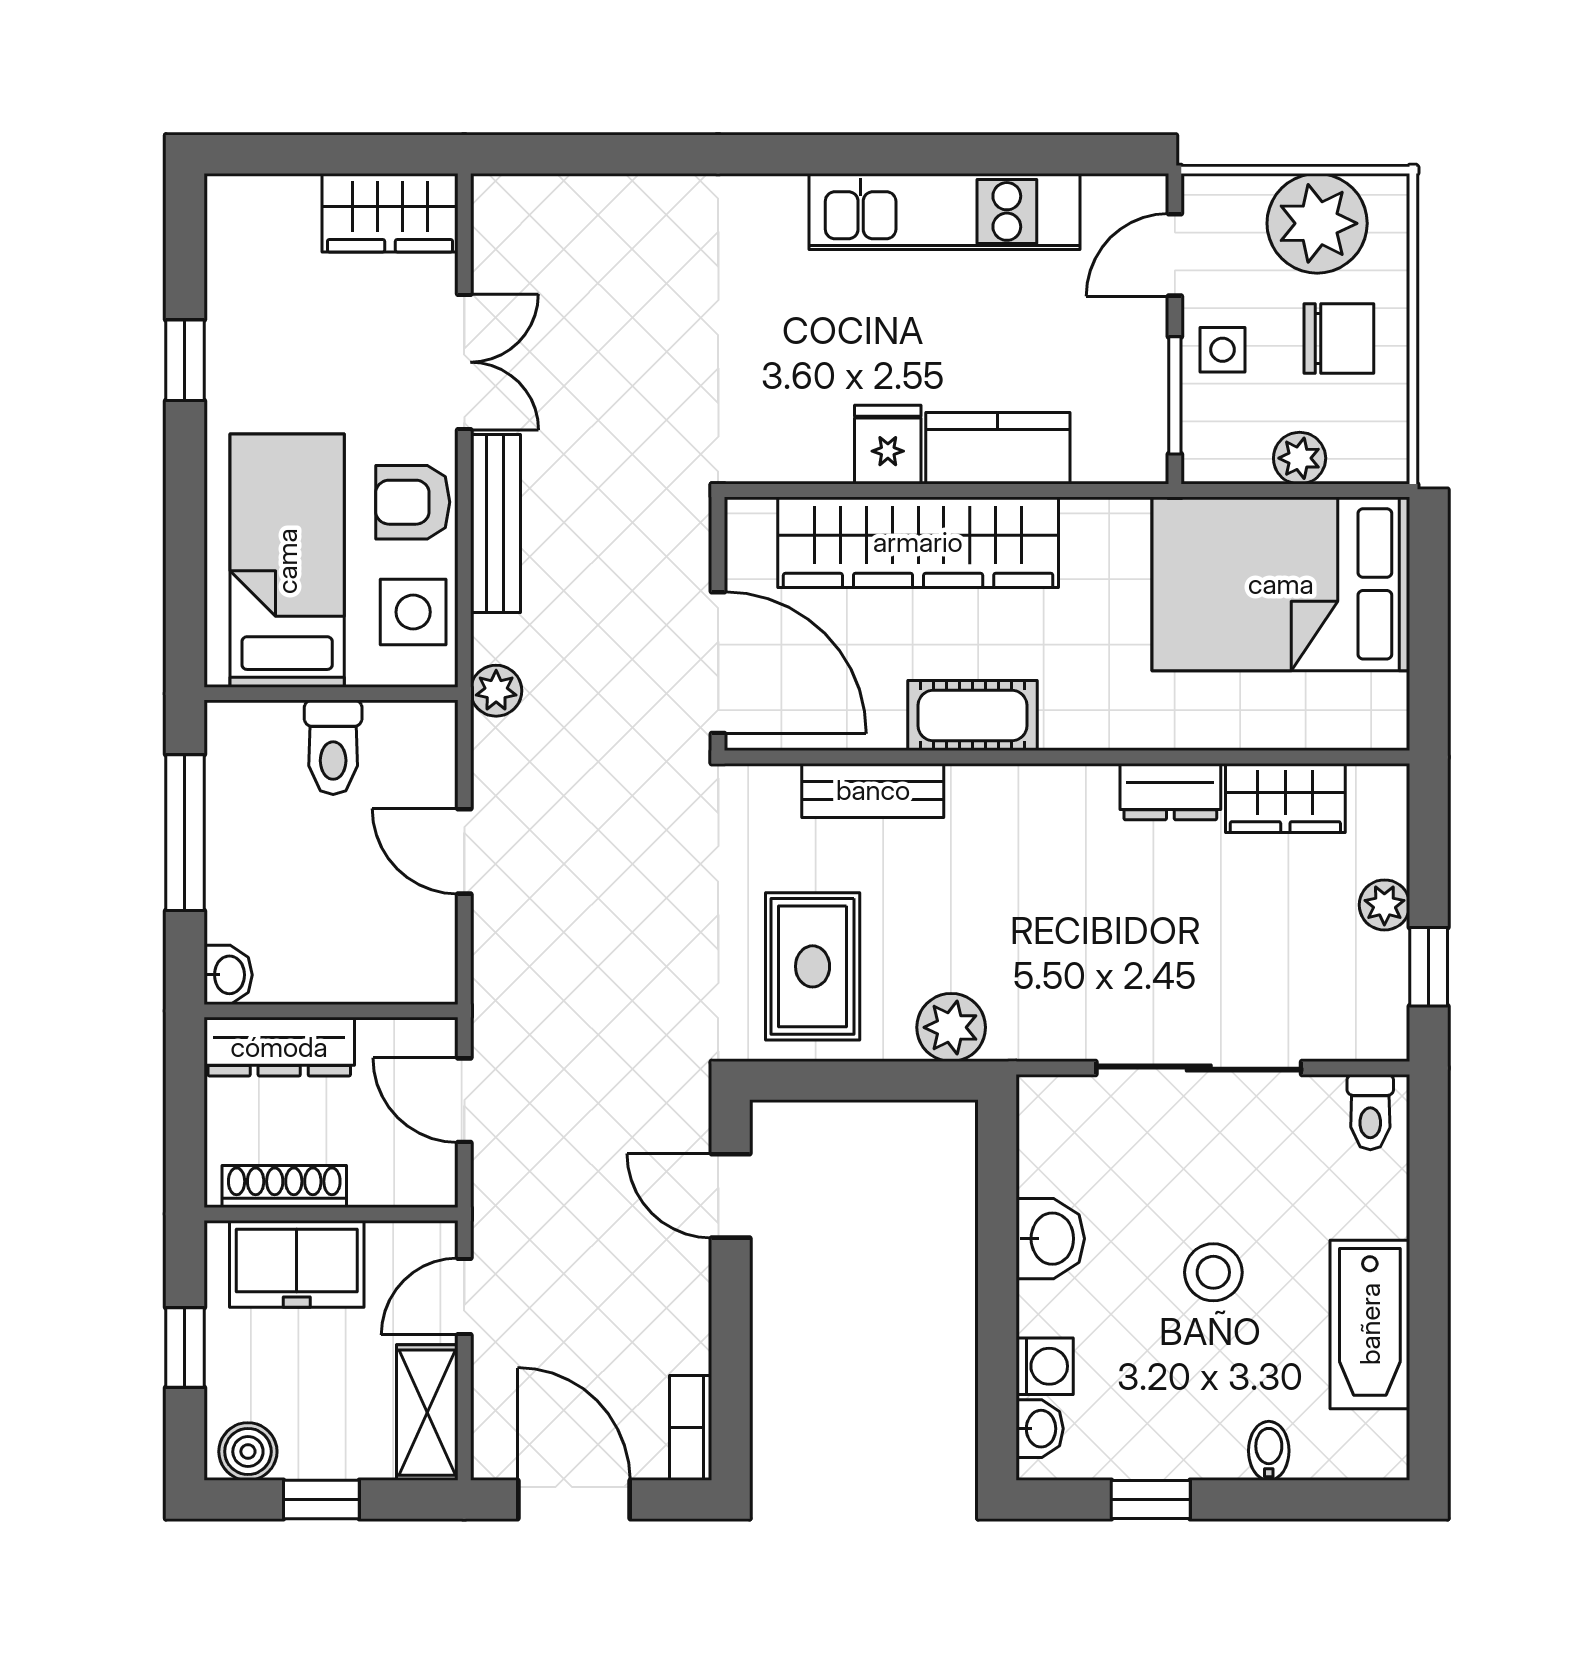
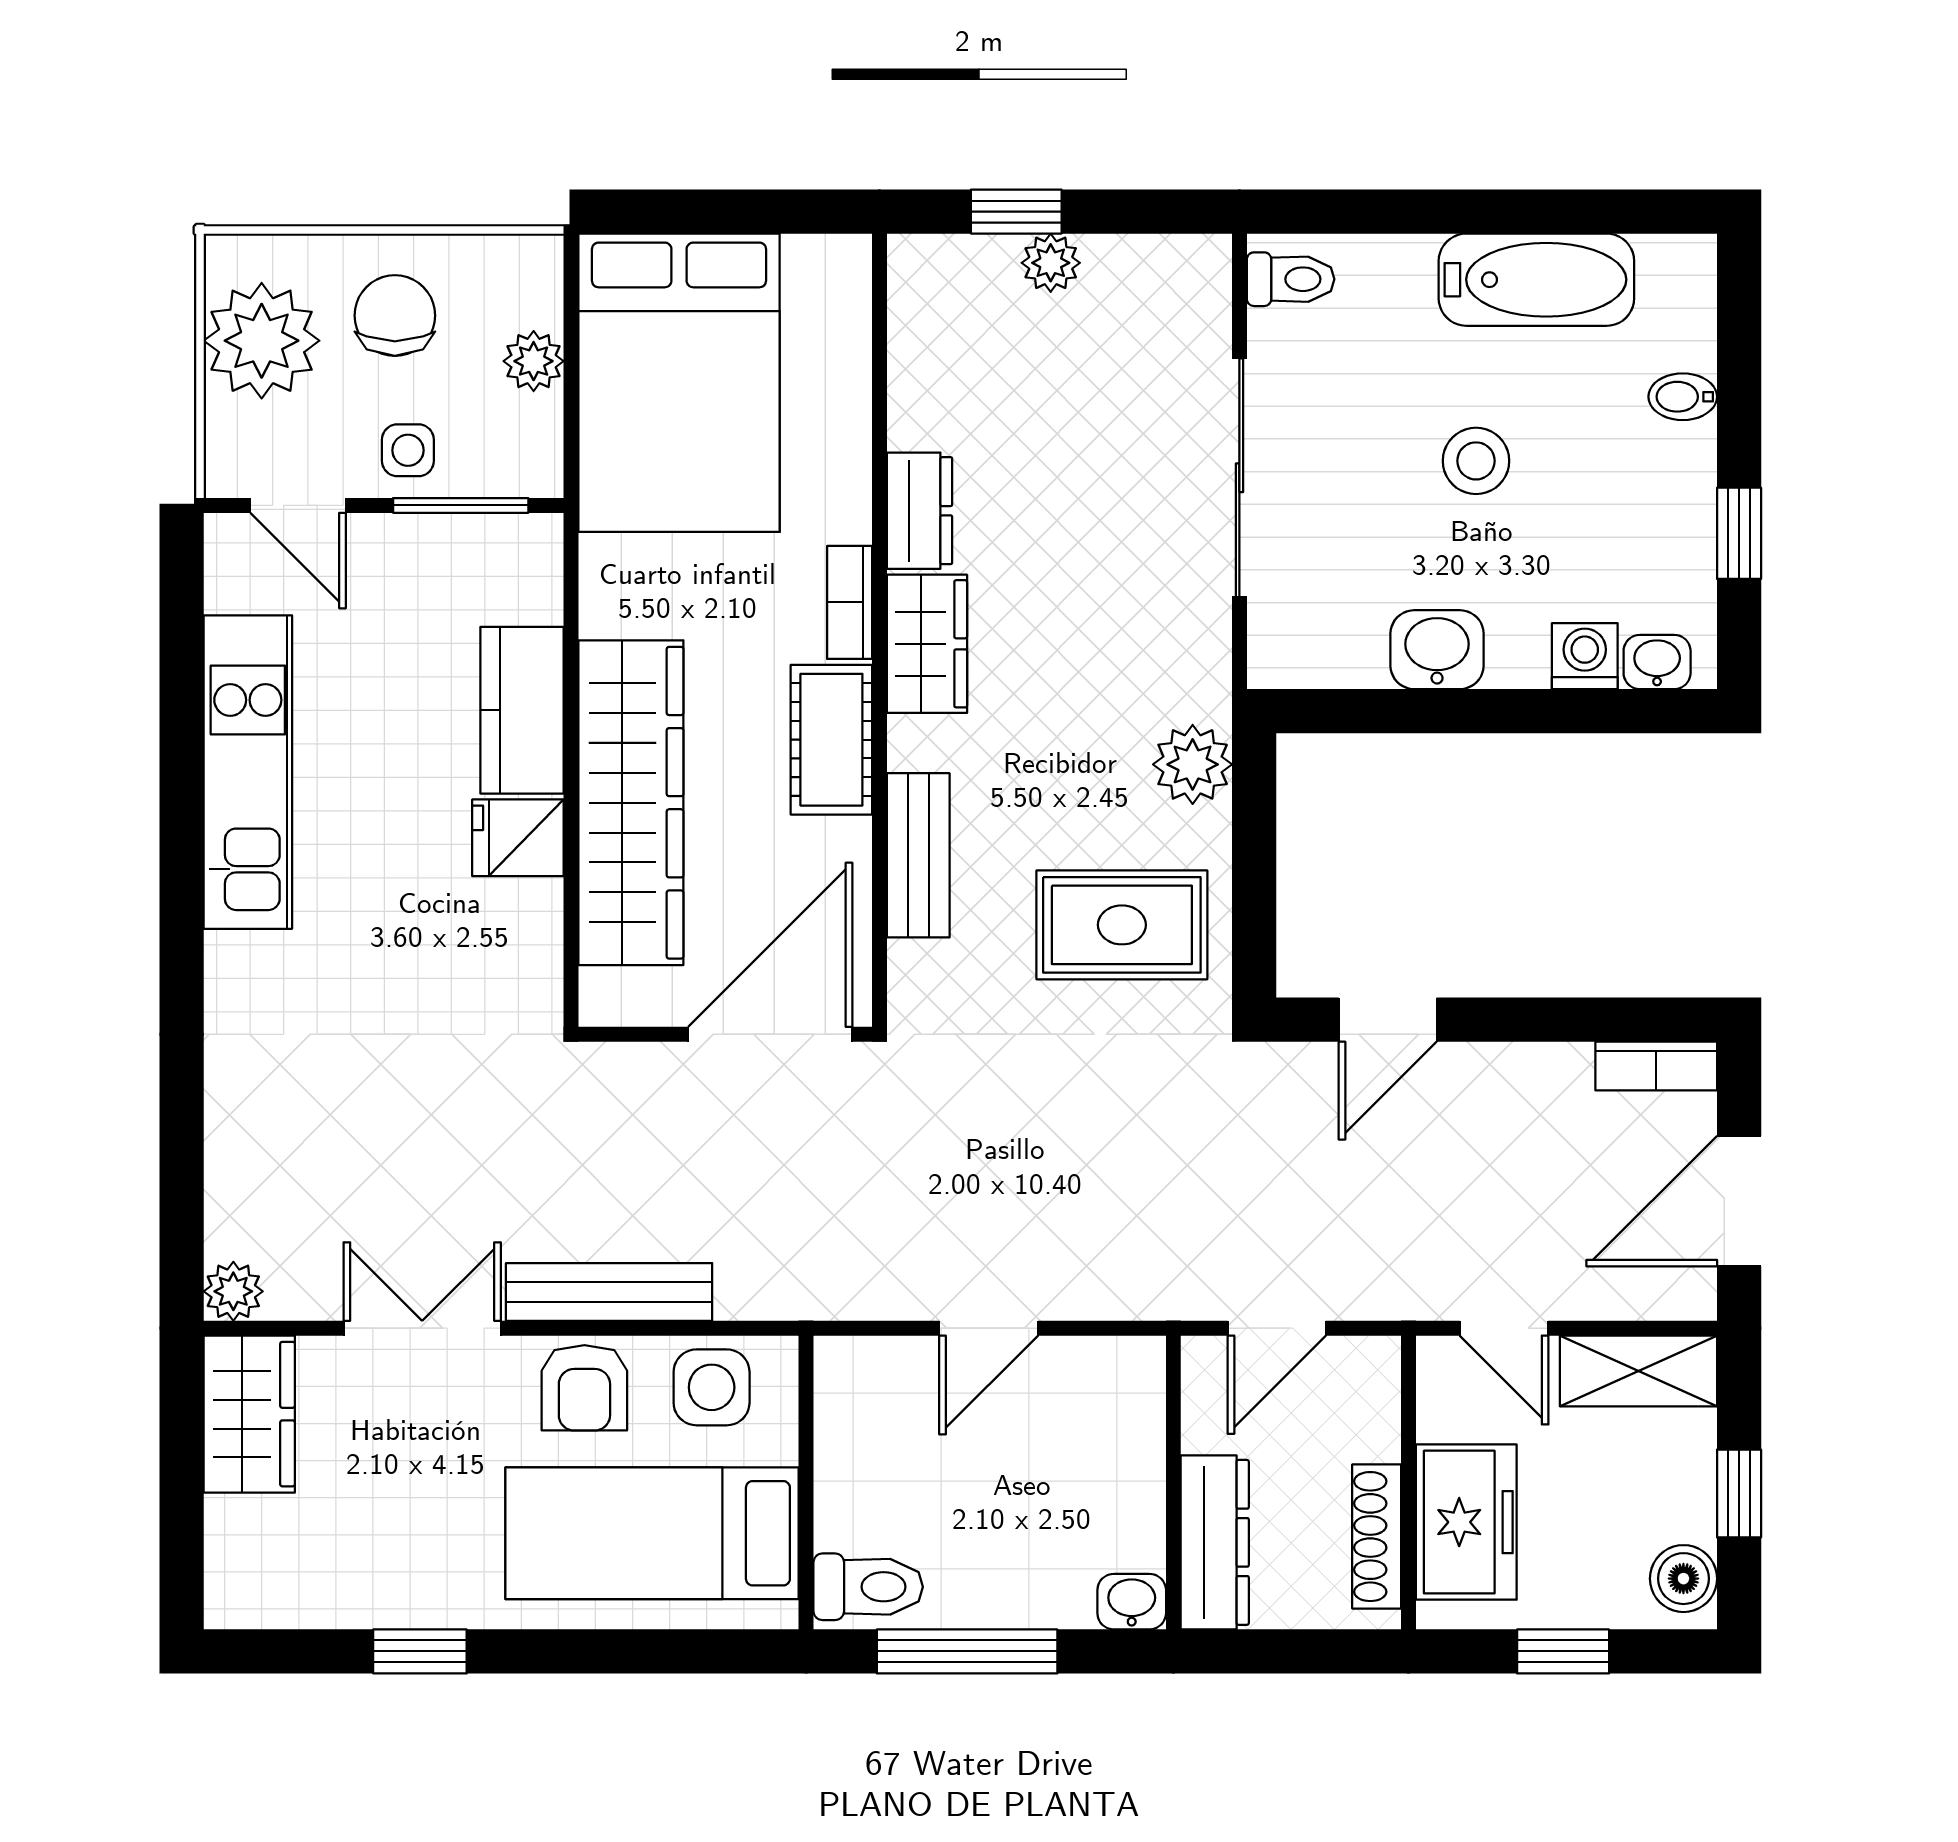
plant: (496, 691) -> (233, 1291), moved
bookcase: (1091, 731) -> (850, 602), added
toilet: (333, 747) -> (868, 1587), moved
wardrobe: (1285, 798) -> (927, 644), moved
window: (1429, 967) -> (1016, 212), moved

